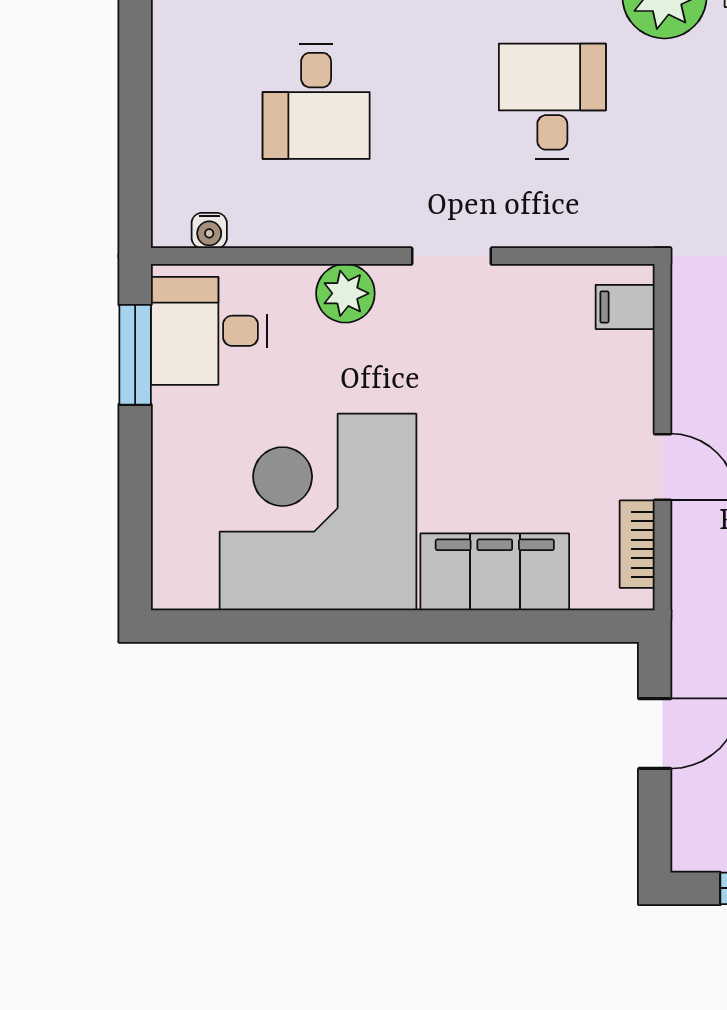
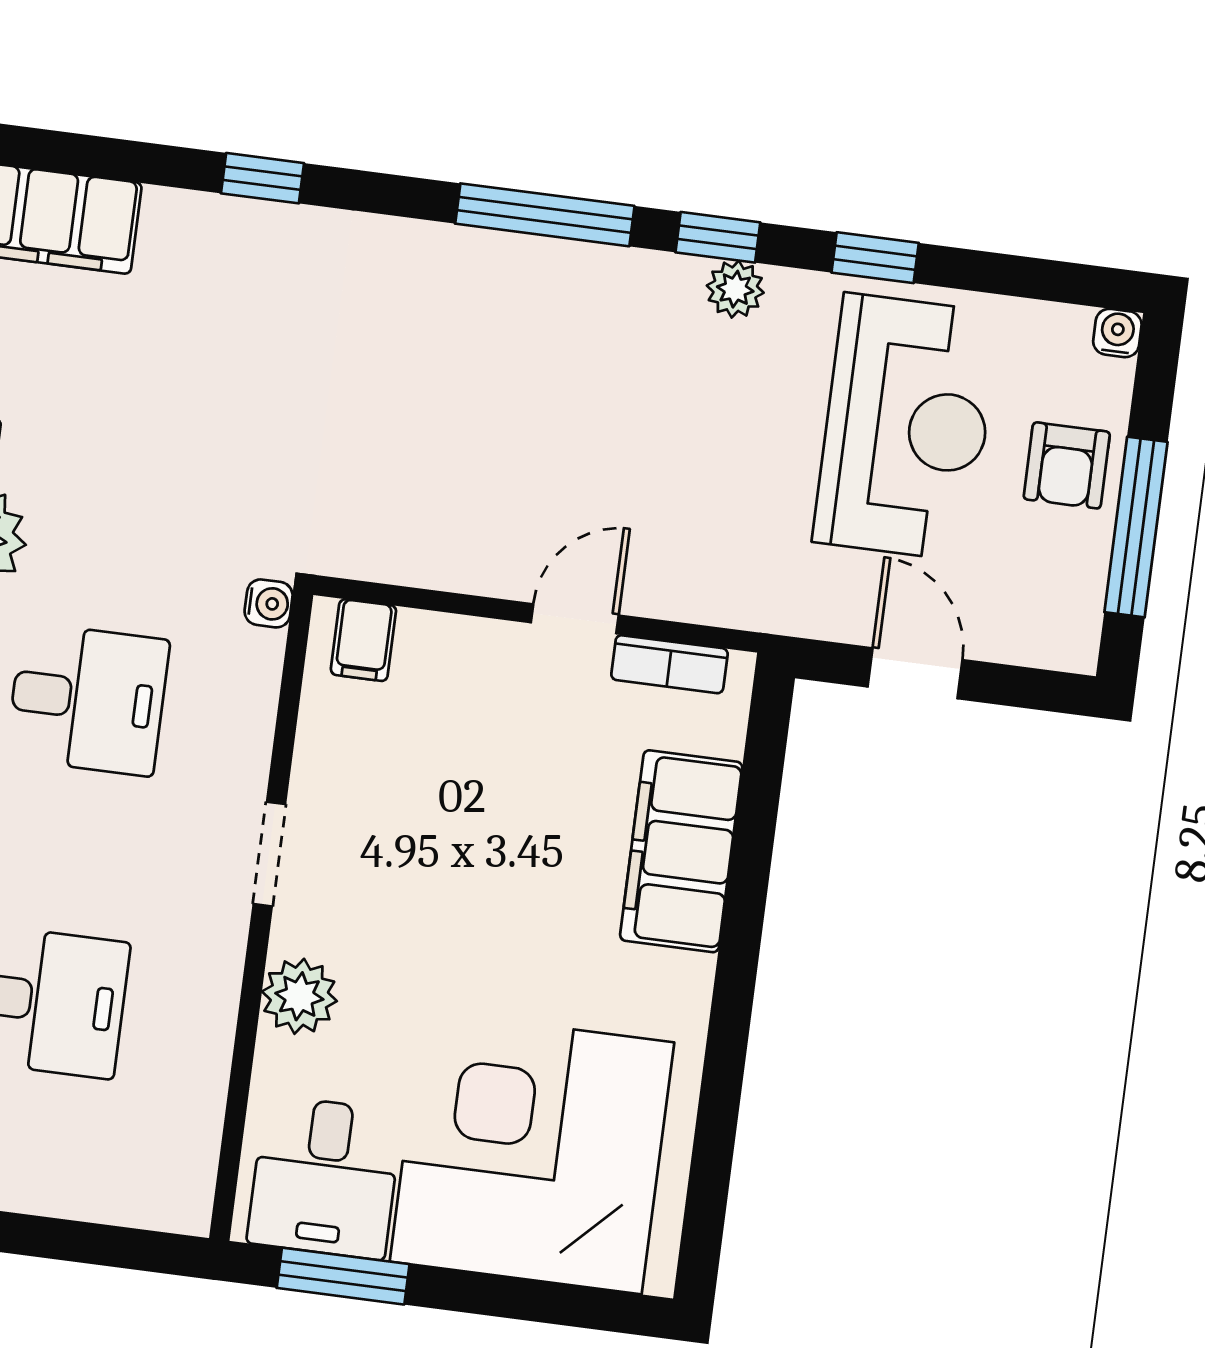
desk: (552, 101) -> (88, 699), turned 180
water cooler: (209, 231) -> (269, 603), moved
corner desk: (318, 512) -> (532, 1152), moved, turned 90

